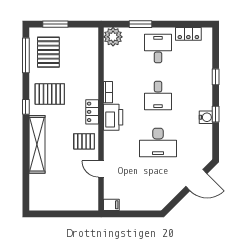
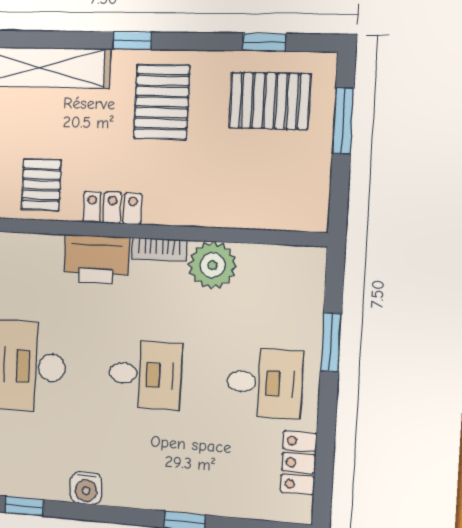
plant: (113, 37) -> (212, 265), moved
window: (26, 55) -> (264, 42), width x0.46
desk: (158, 95) -> (145, 374), turned 180
window: (216, 114) -> (24, 506), moved

